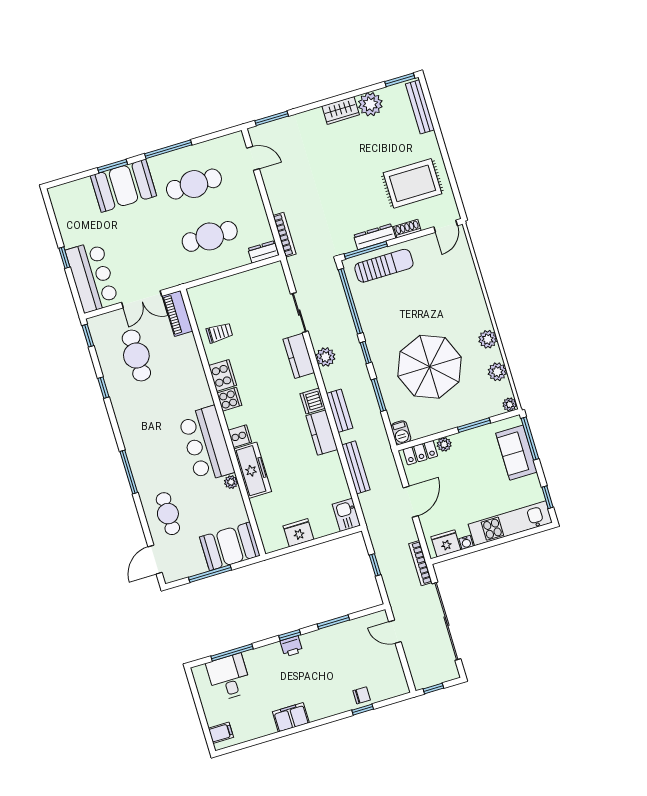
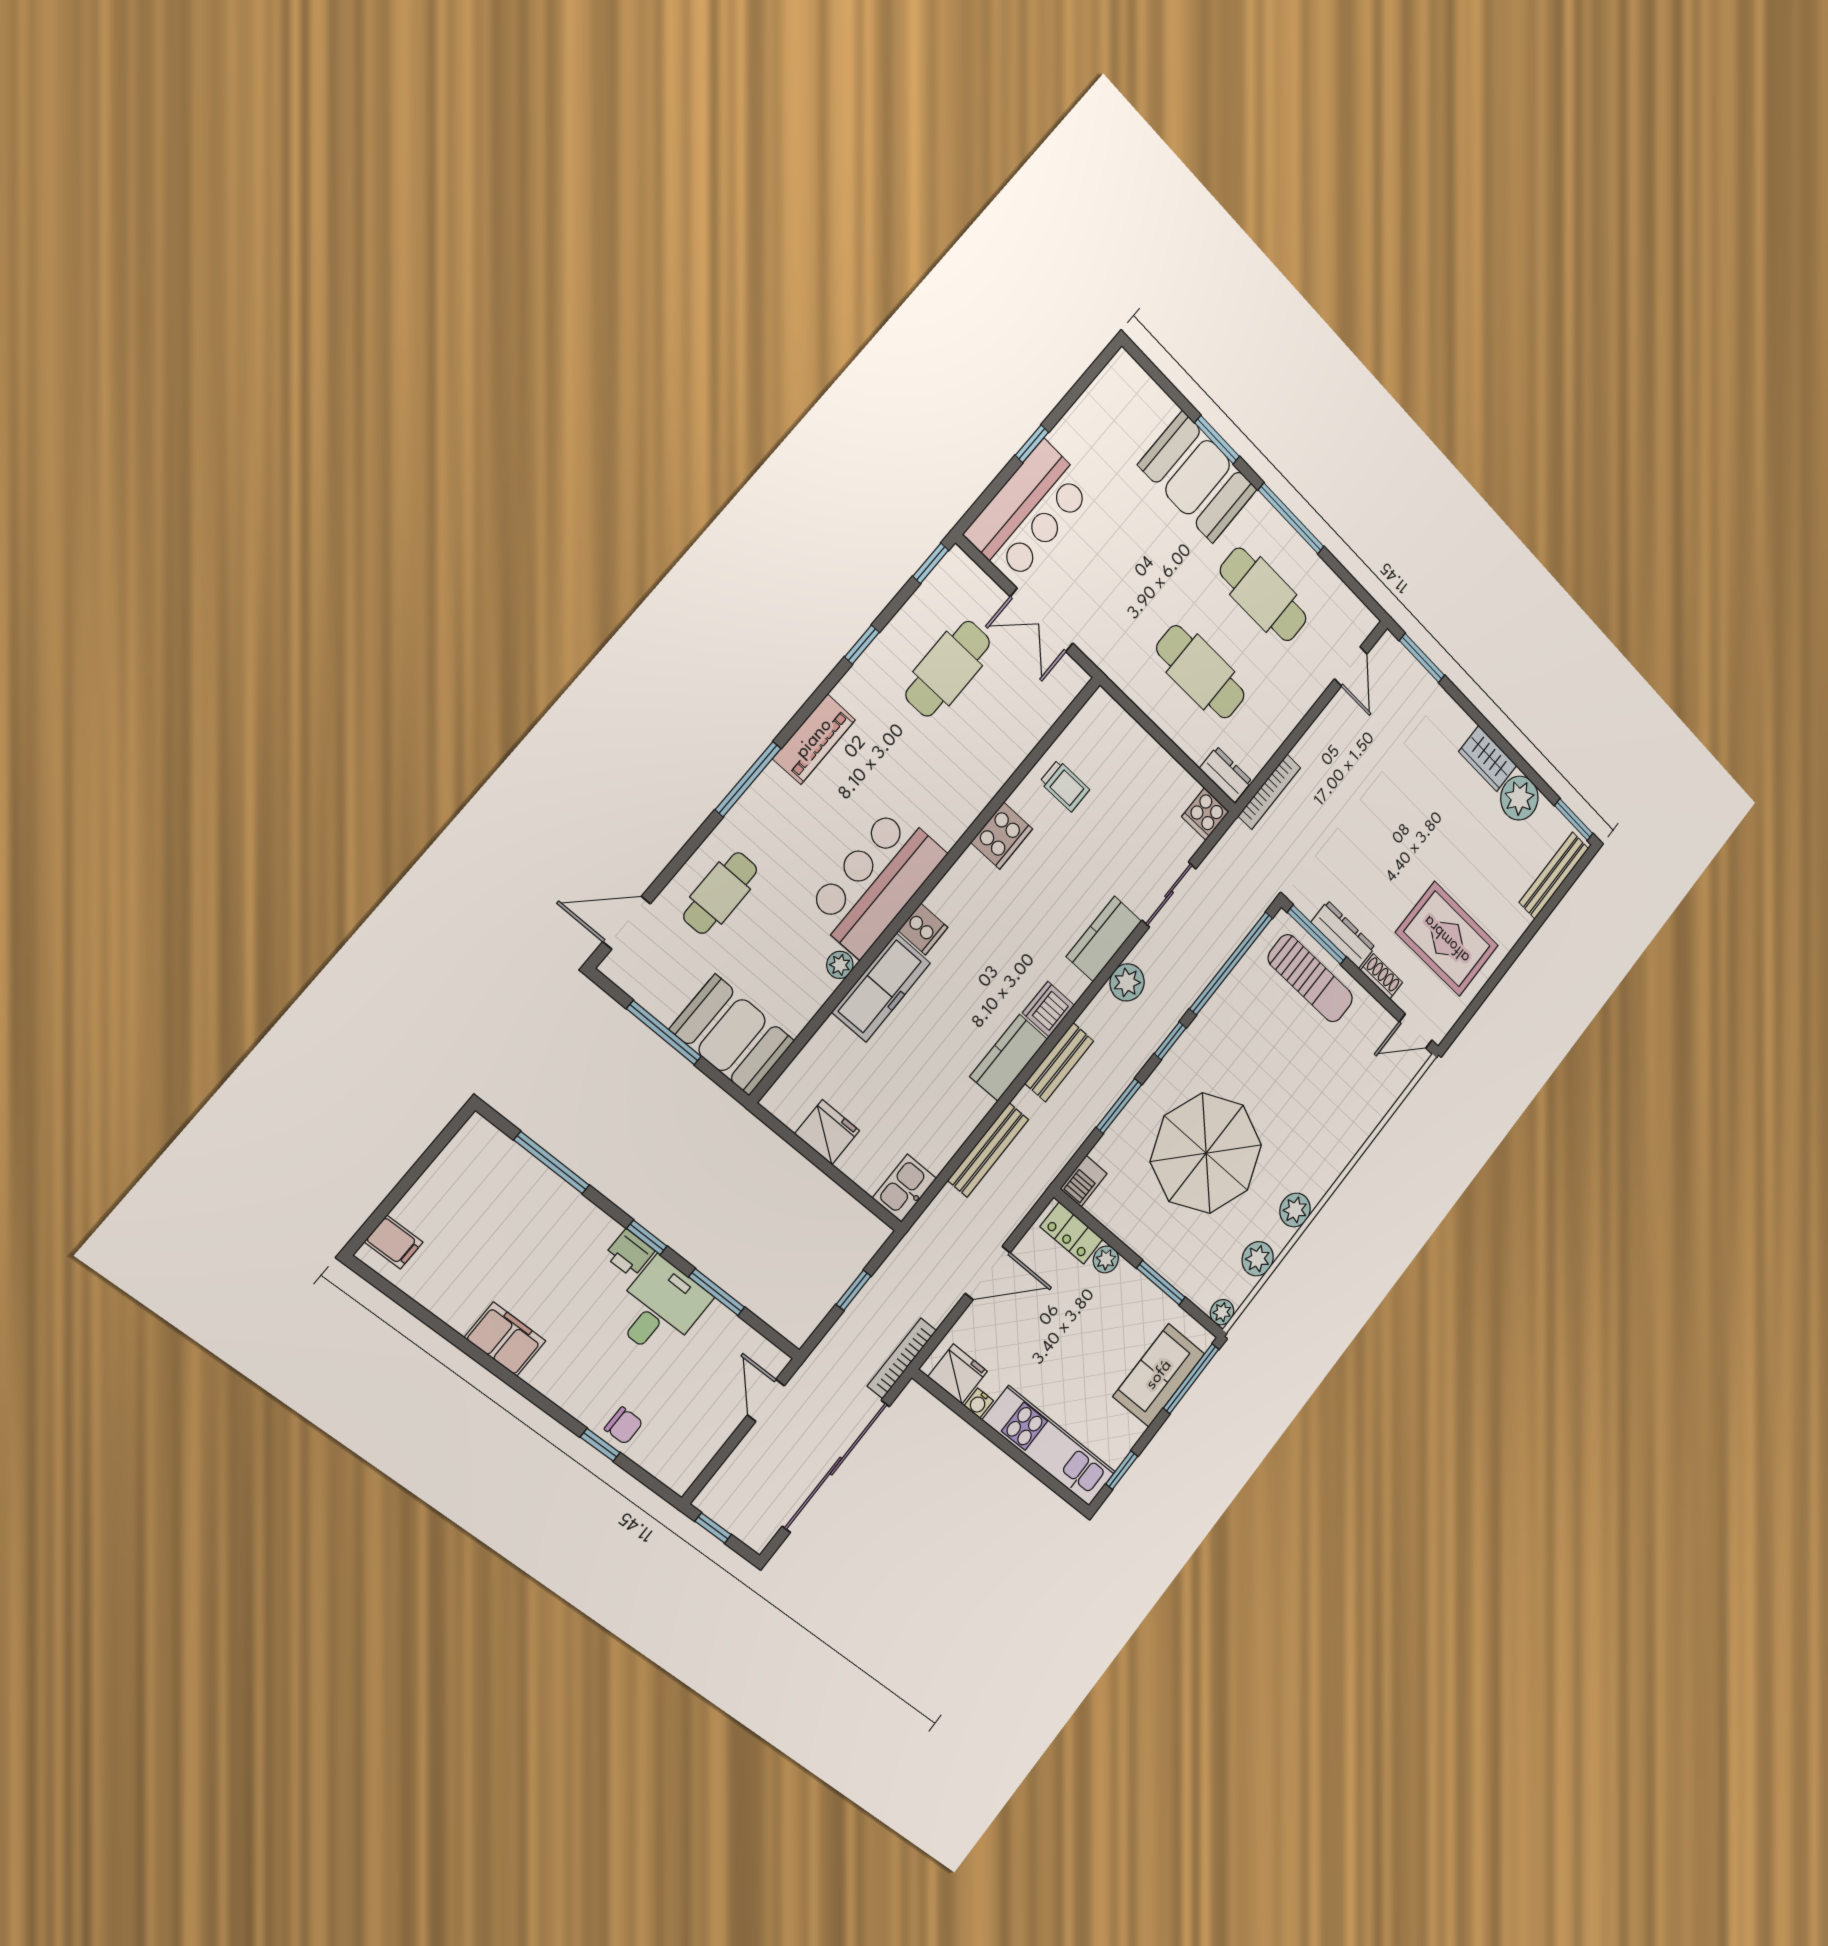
piano: (178, 313) -> (814, 739), moved, turned 180
cooker: (229, 399) -> (1205, 814), moved, turned 90
desk: (229, 677) -> (660, 1308), moved

